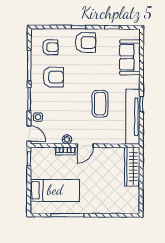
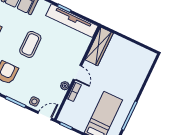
coffee table: (100, 104) -> (30, 44), moved, turned 90
wardrobe: (132, 167) -> (99, 46), moved, turned -90

